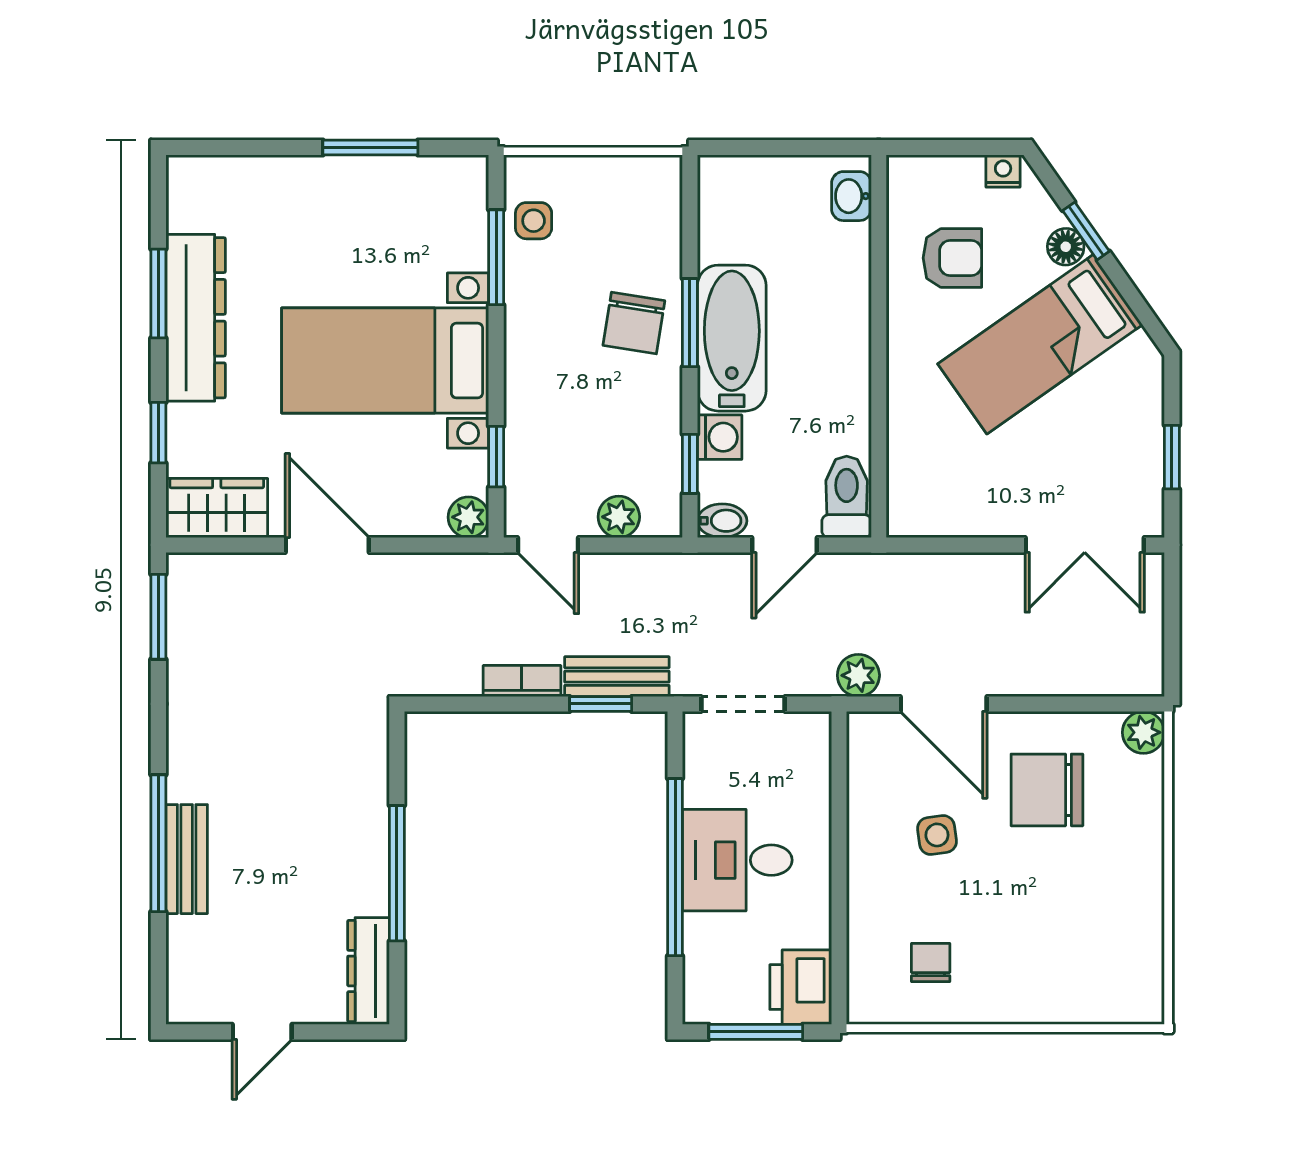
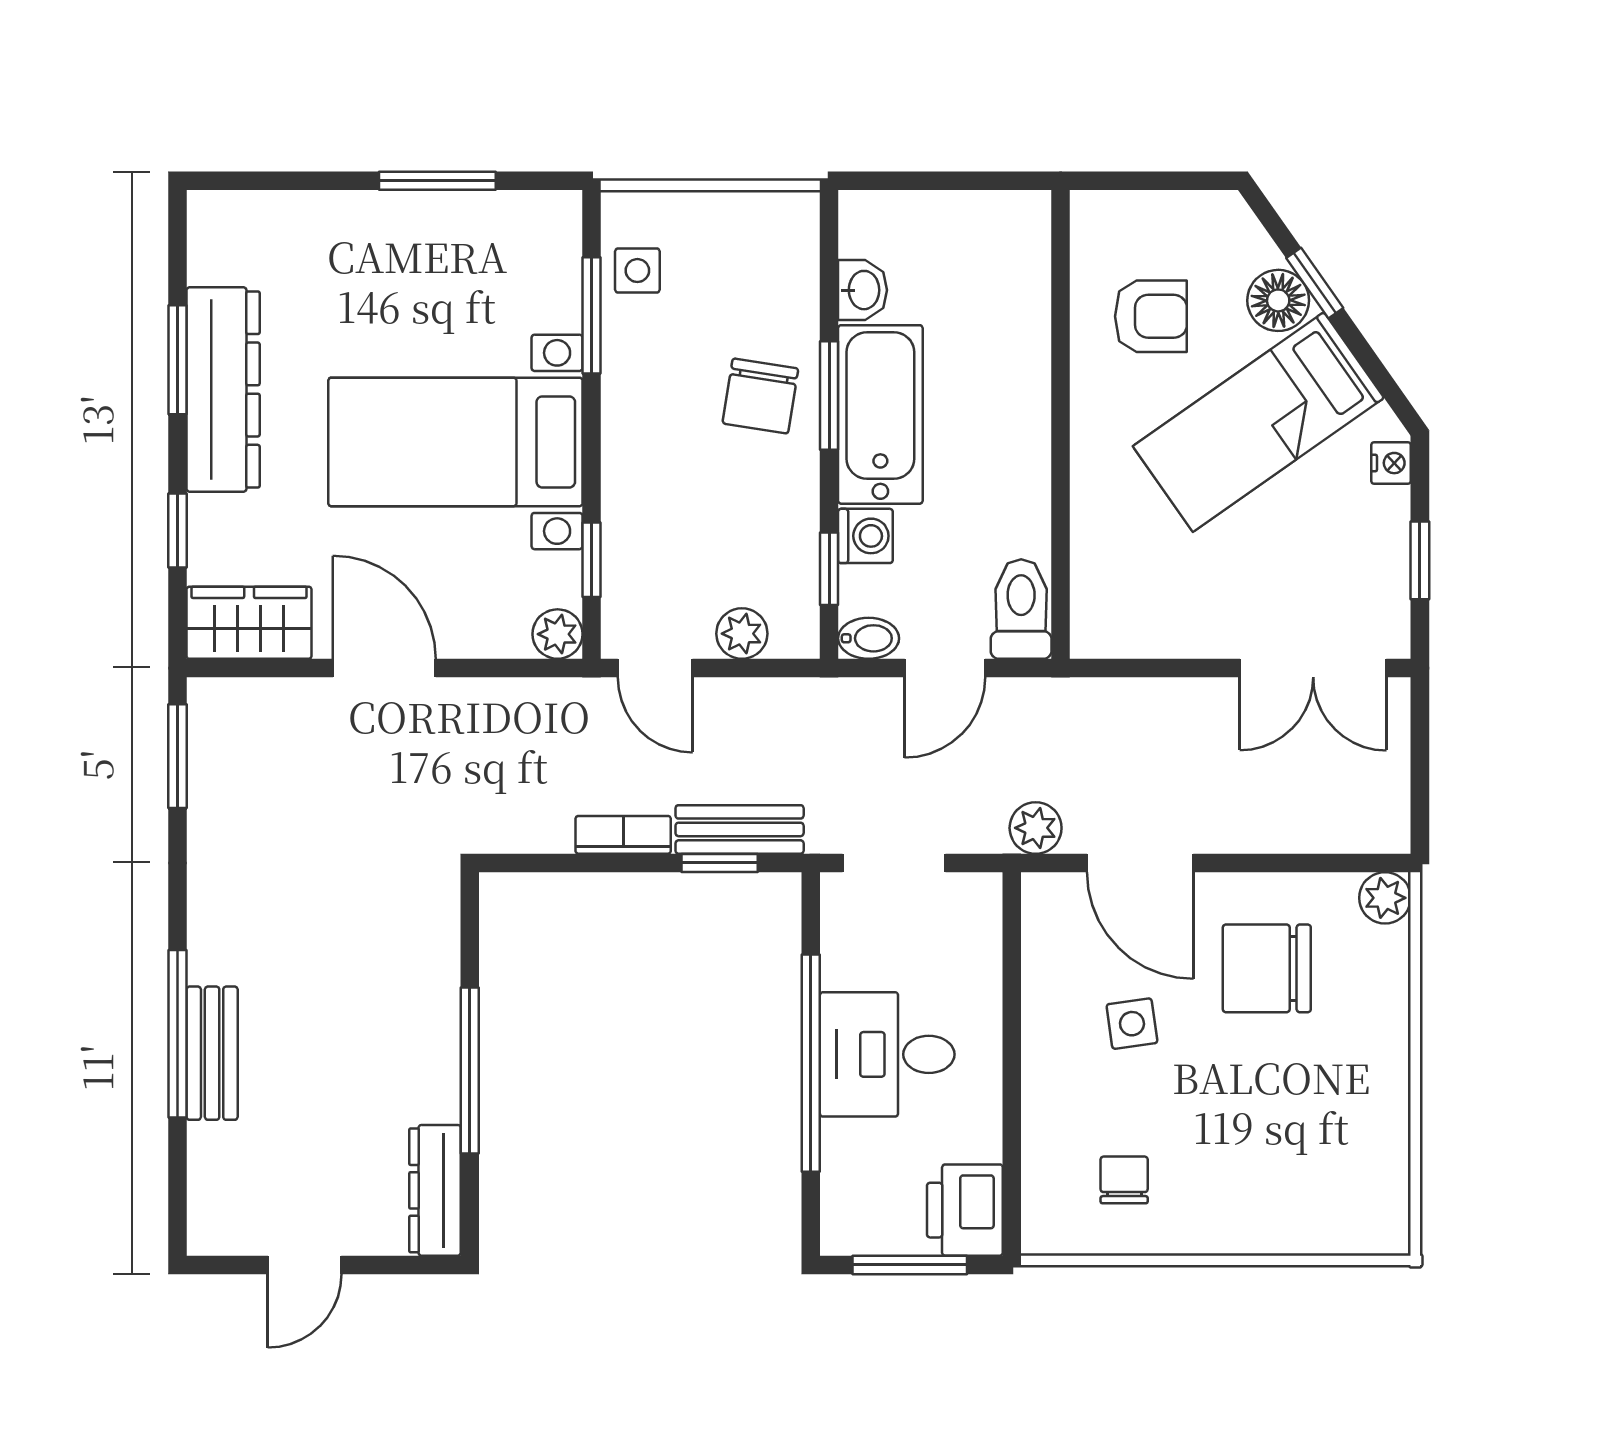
nightstand: (1003, 171) -> (1391, 463), moved, turned 90
washbasin: (851, 196) -> (863, 290), moved, turned 180
floor lamp: (1066, 247) -> (1278, 300), width x1.37, depth x1.37

